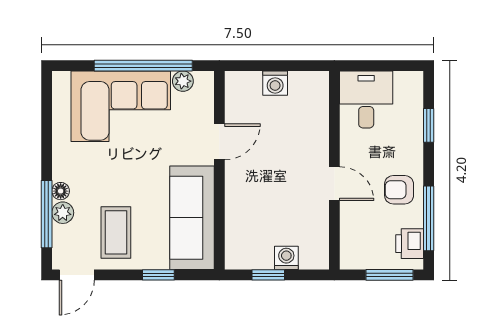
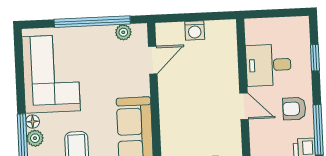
desk: (366, 99) -> (268, 65), moved, turned -90
corner sofa: (121, 106) -> (51, 74), moved, turned -90
door: (219, 142) -> (153, 60), moved

